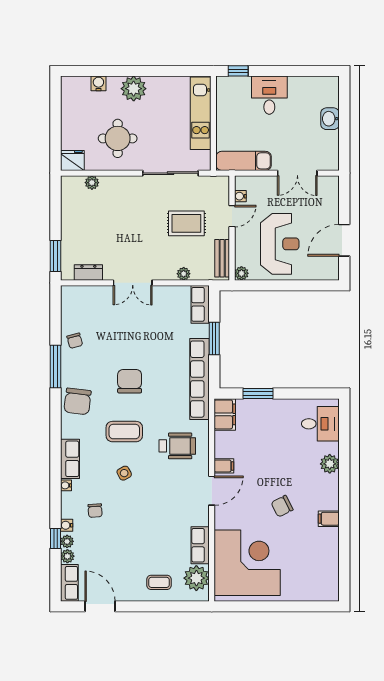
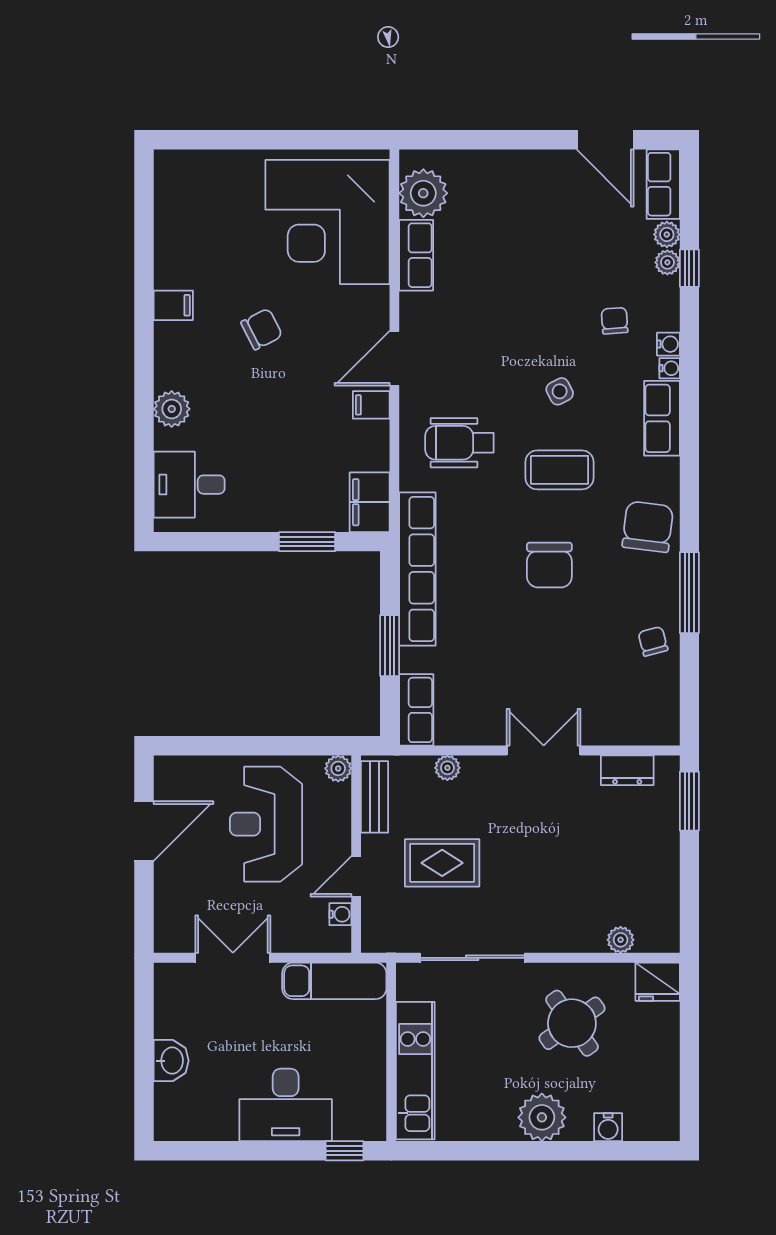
desk: (269, 95) -> (286, 1105), width x1.37
round table: (118, 138) -> (572, 1023), turned -35
water cooler: (67, 525) -> (668, 344), moved
coffee table: (159, 582) -> (494, 185), removed

